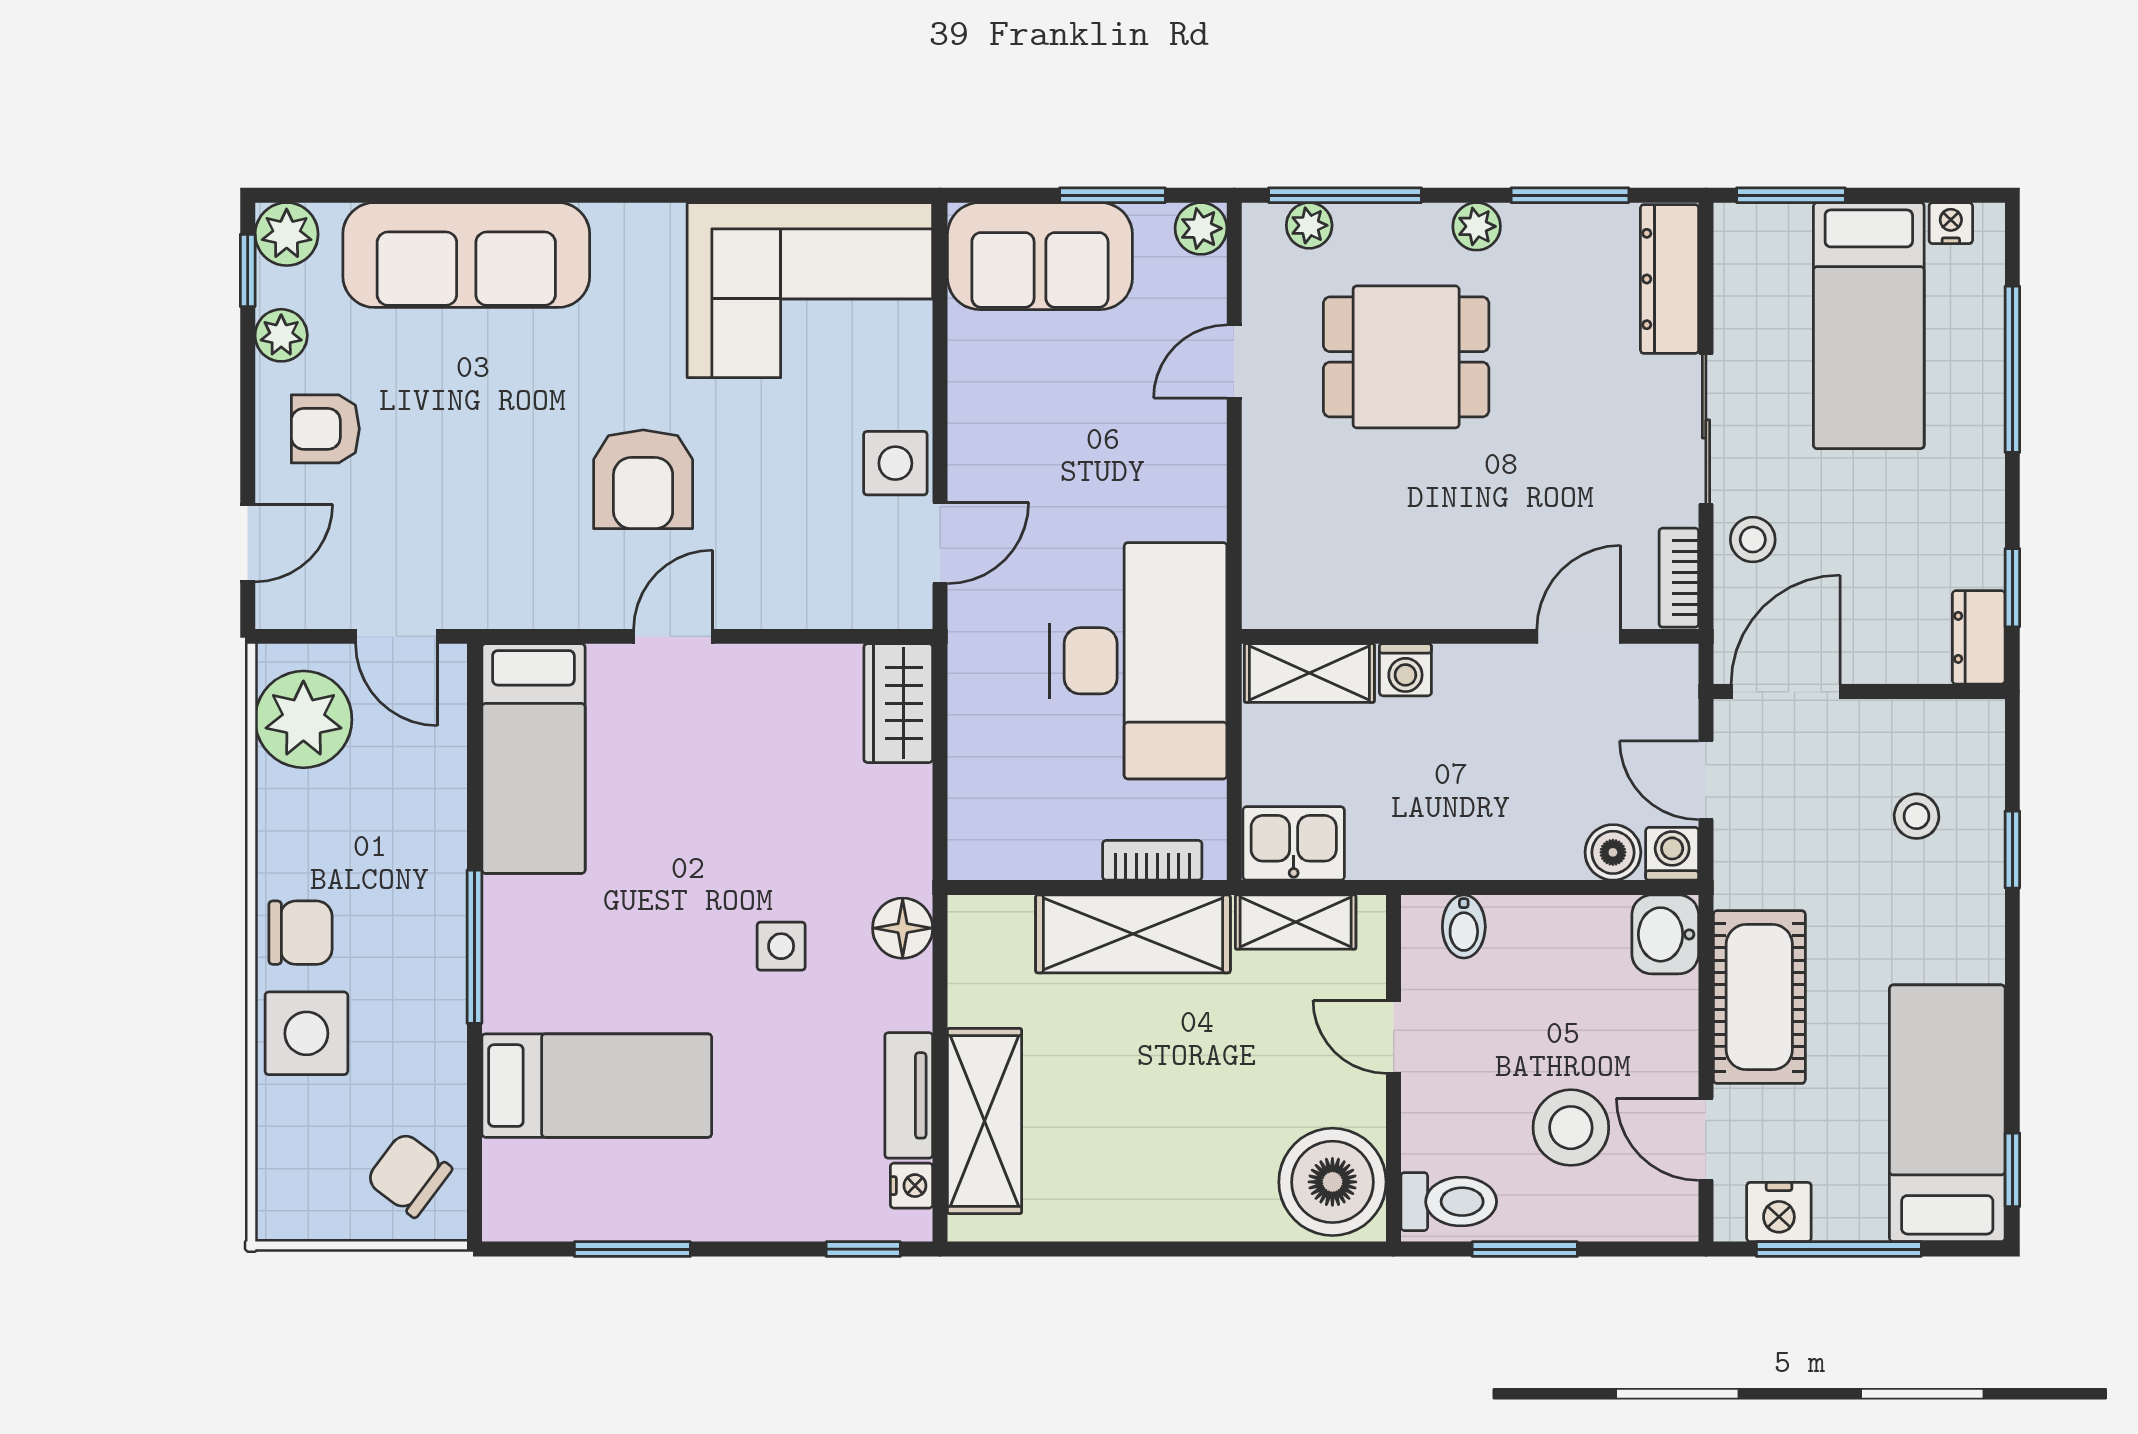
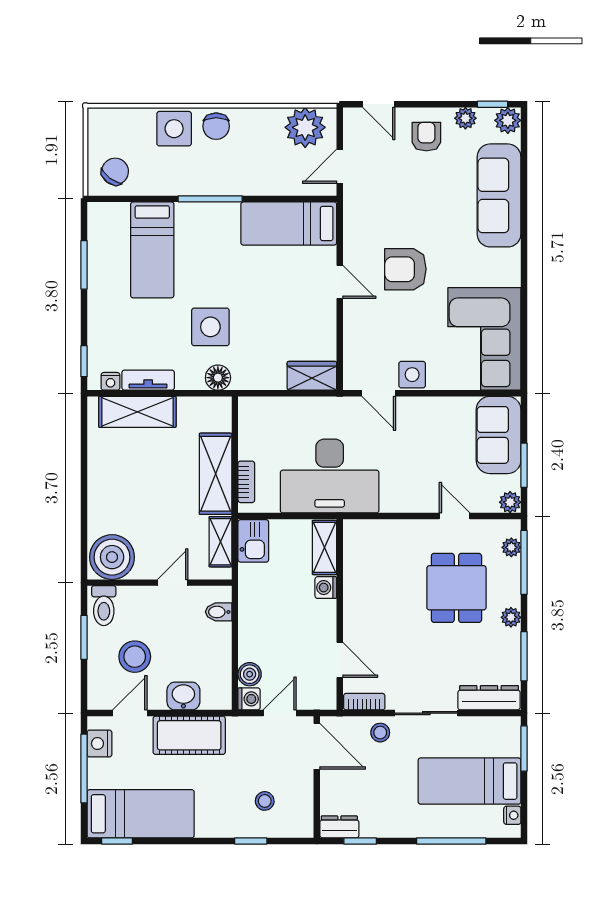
washbasin: (1665, 934) -> (183, 696), moved
side table: (781, 946) -> (210, 327), width x1.87, depth x1.87

